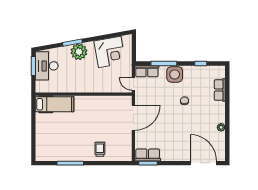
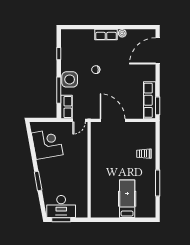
plant: (79, 52) -> (47, 175), removed
row of seats: (220, 90) -> (106, 35), moved
hospital bed: (54, 104) -> (127, 199), moved
row of seats: (148, 155) -> (150, 100), width x1.48

